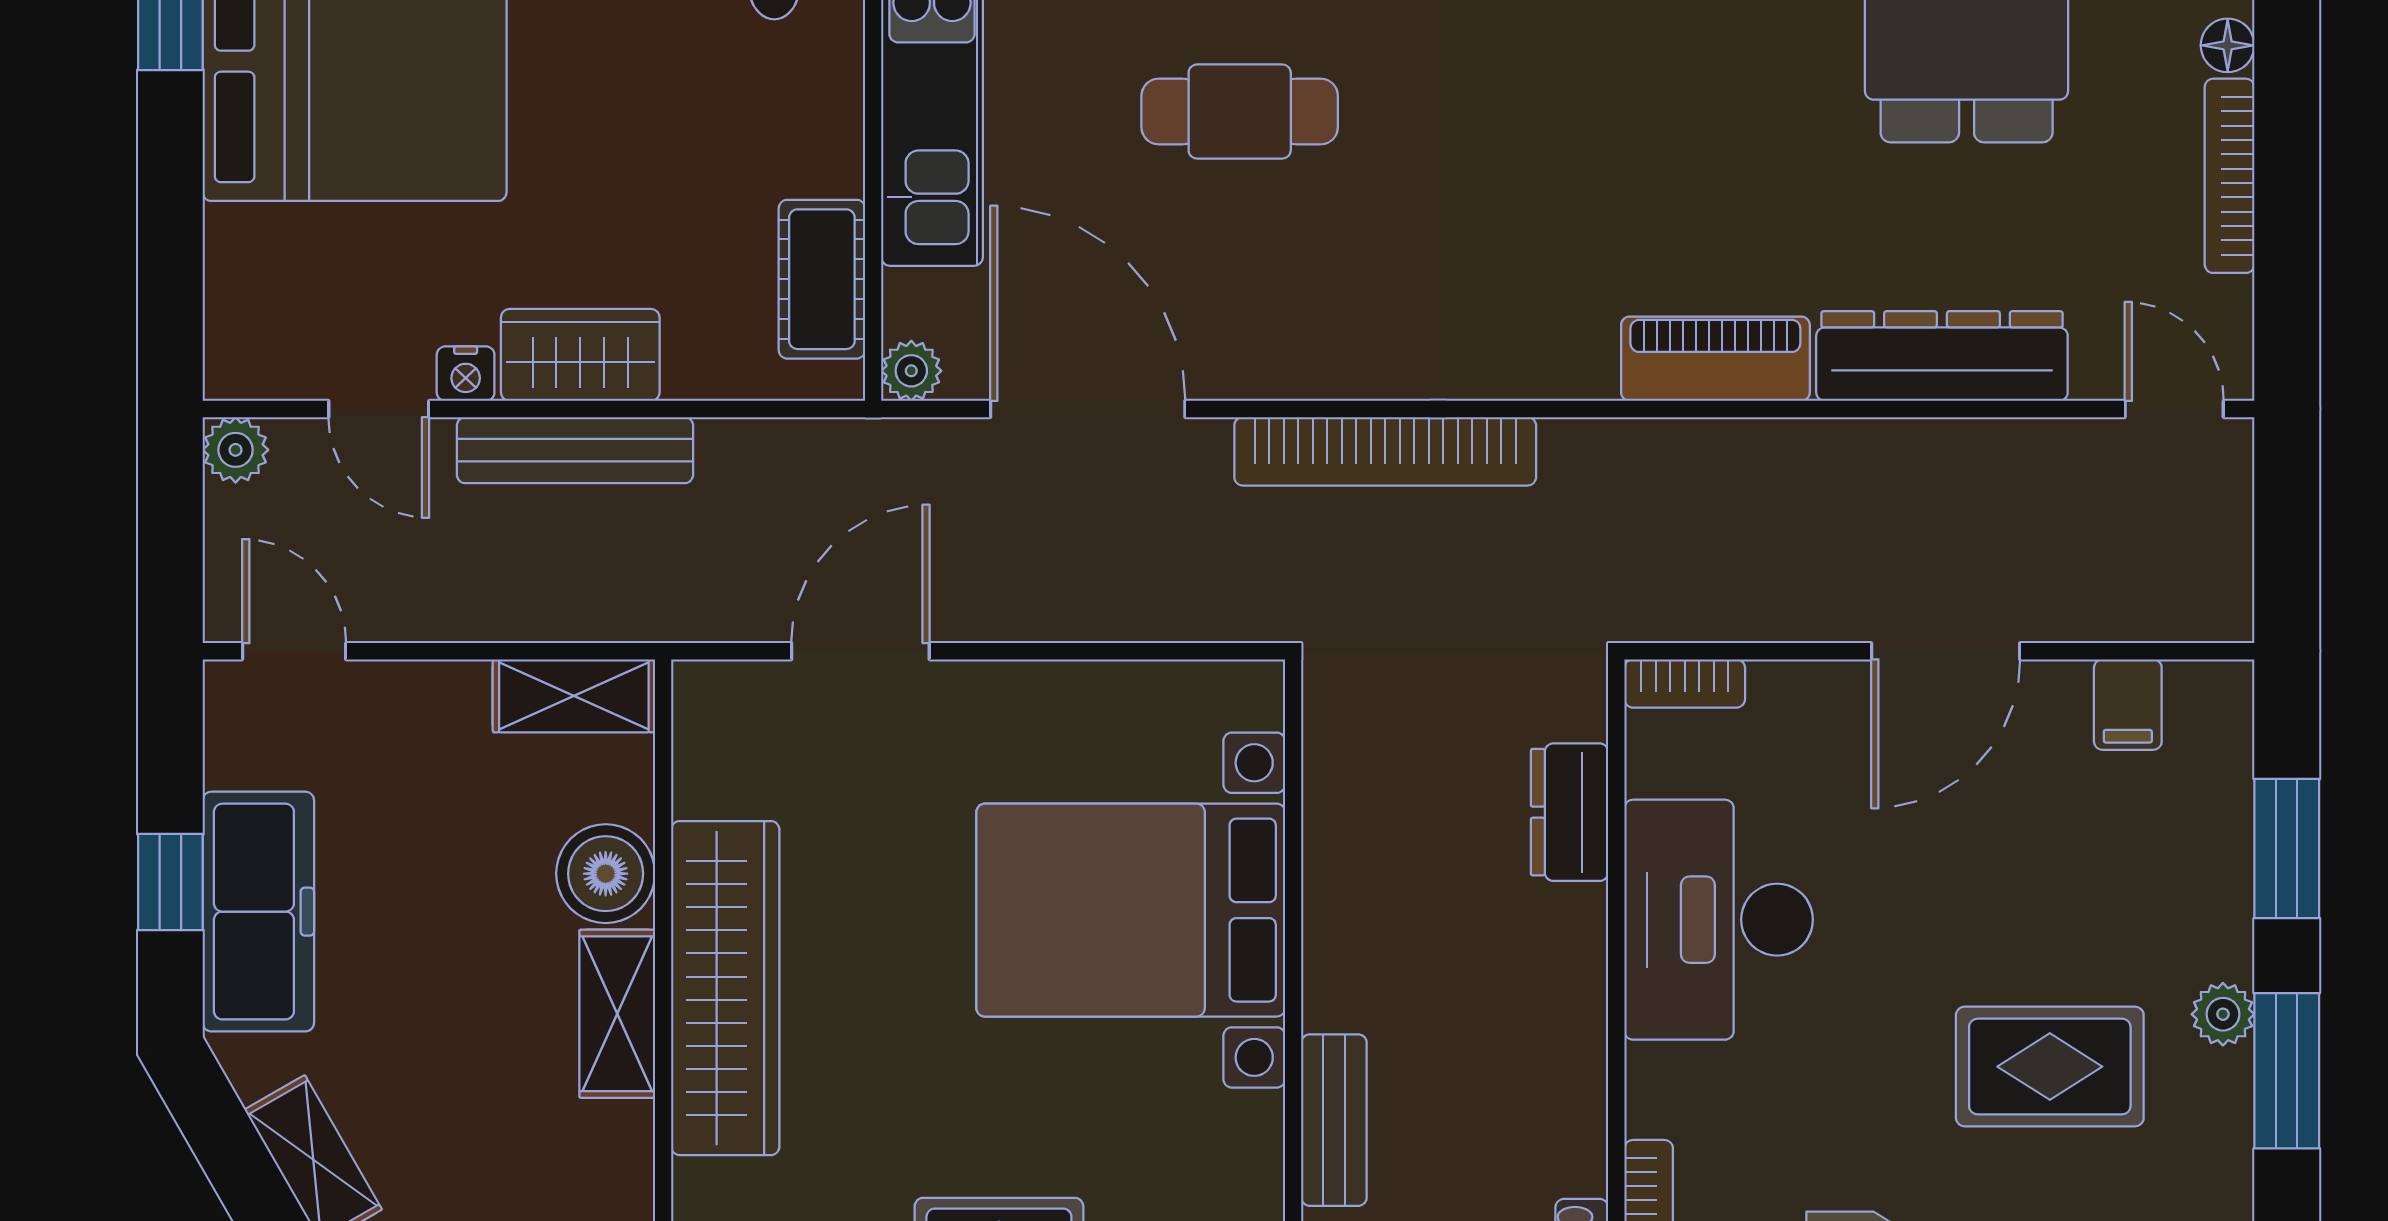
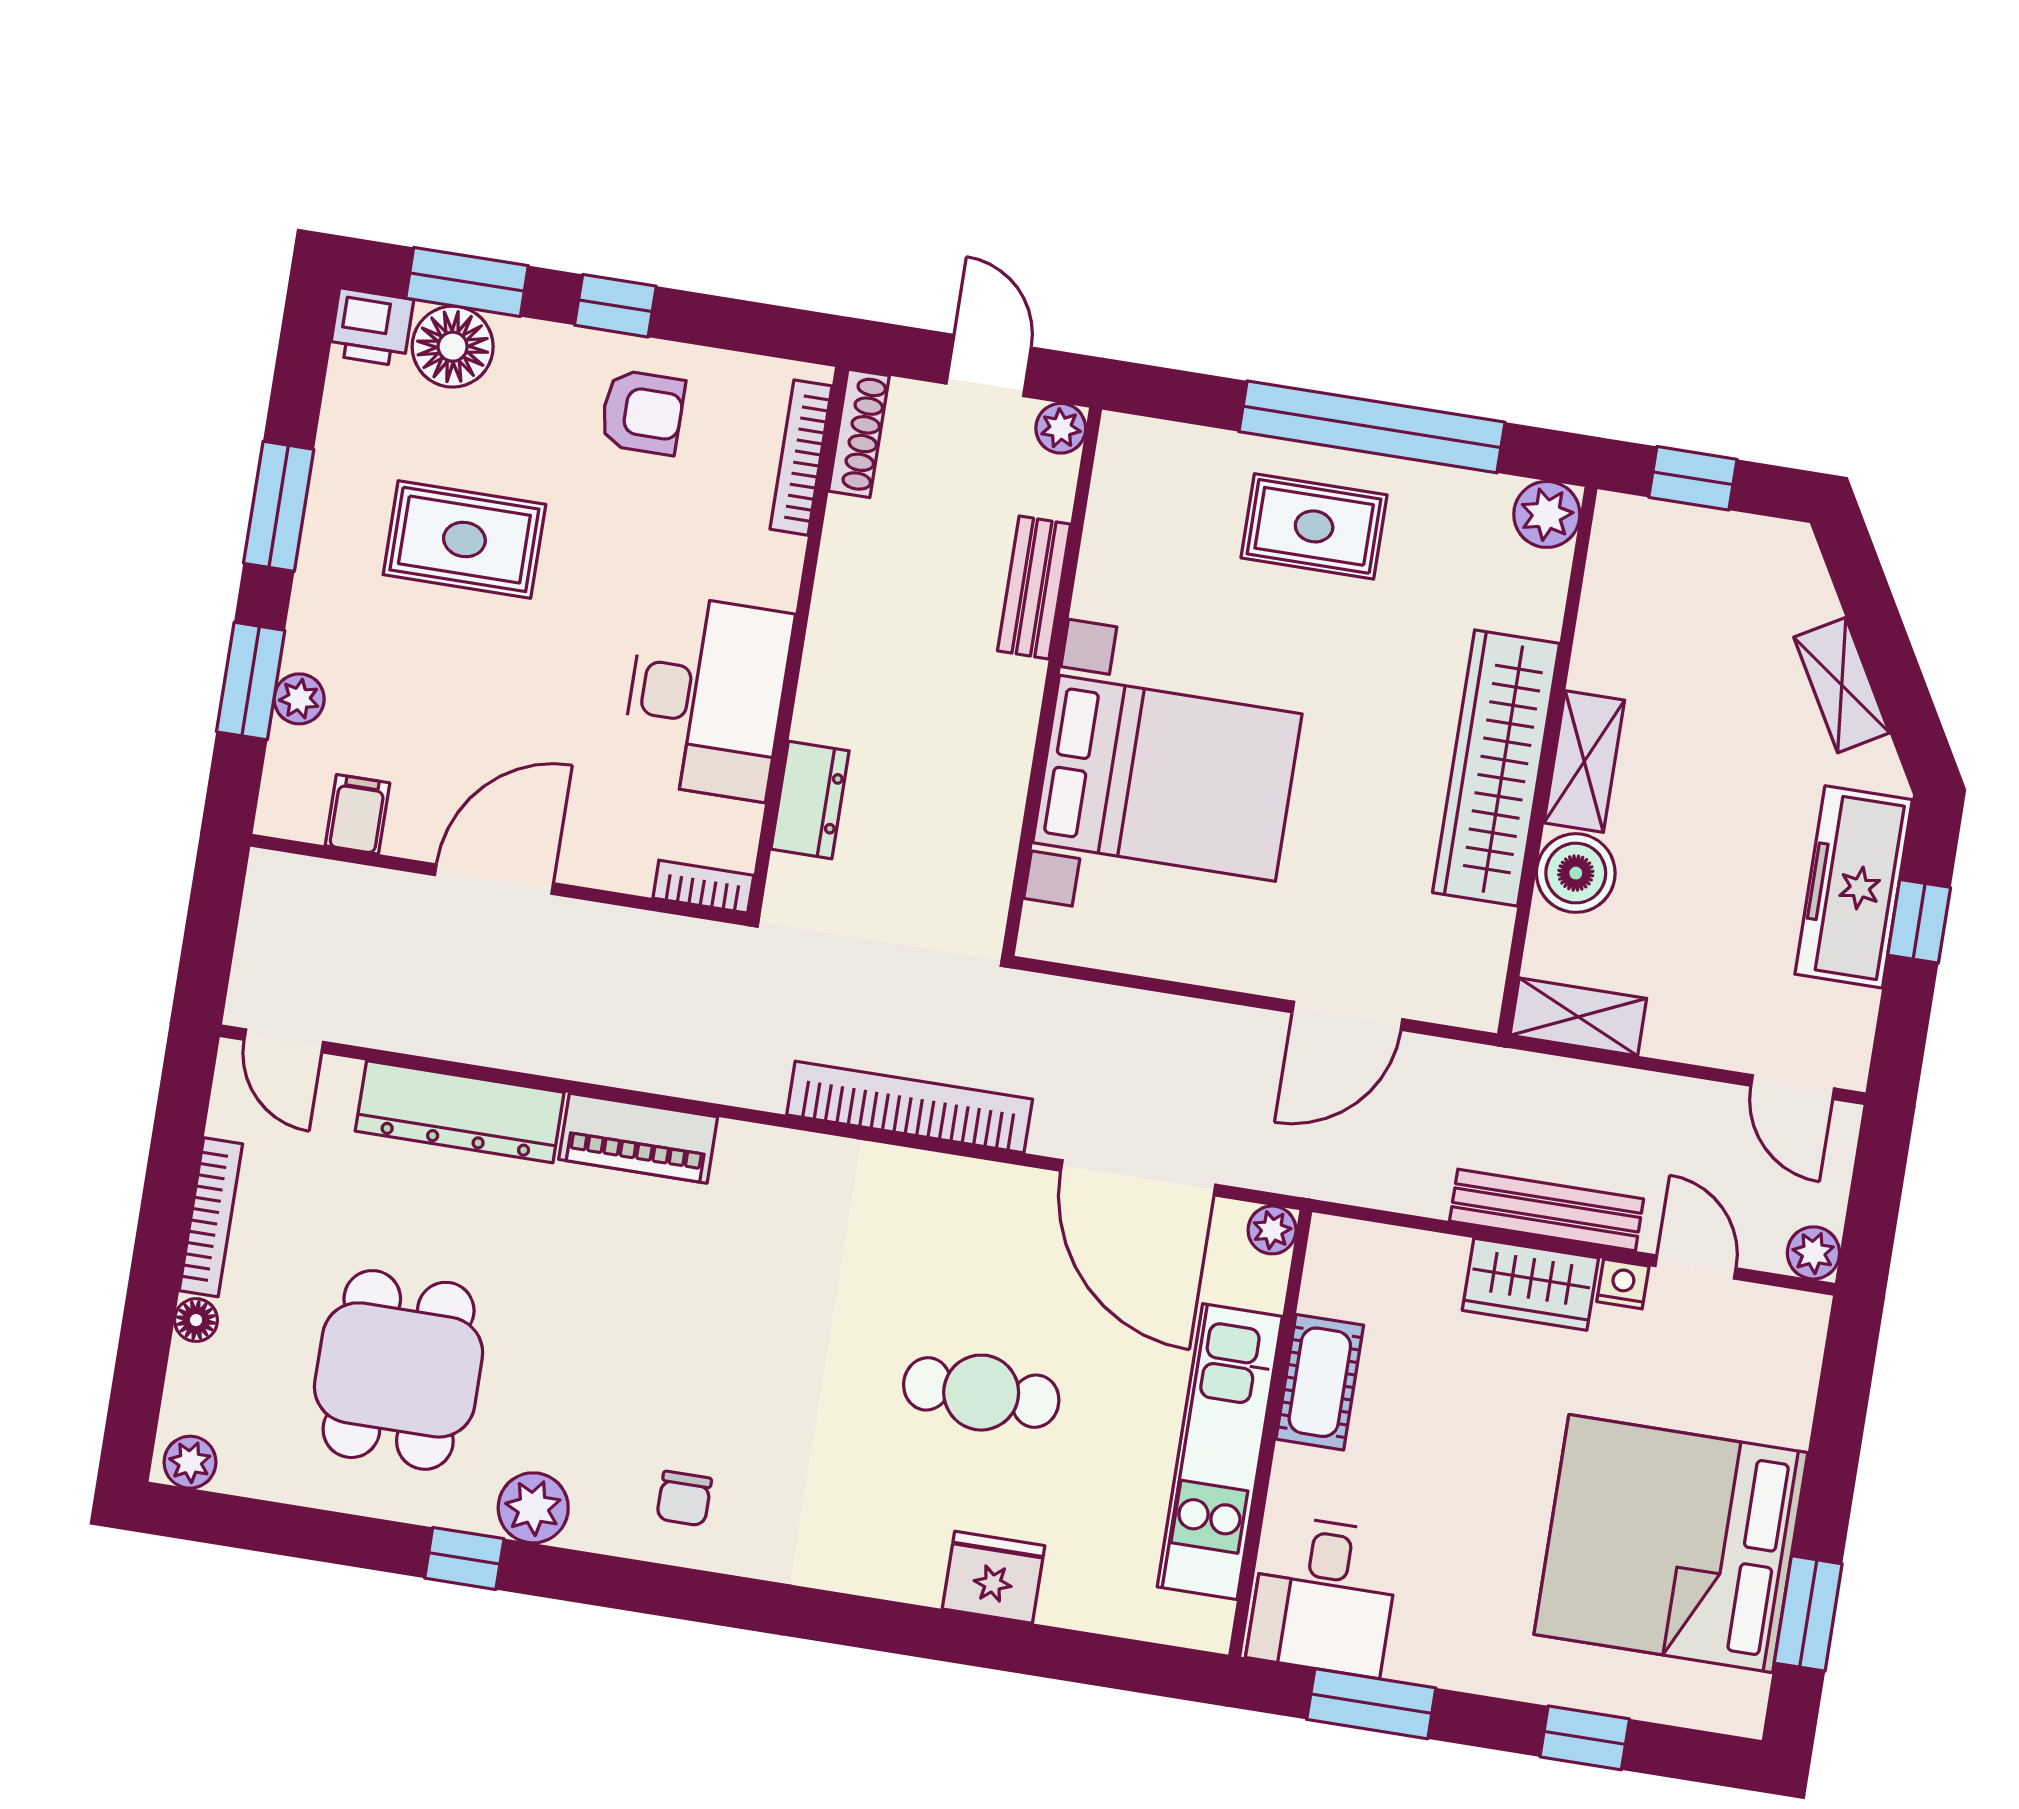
cot: (822, 279) -> (1320, 1382), moved
plant: (2223, 1014) -> (299, 699), moved

